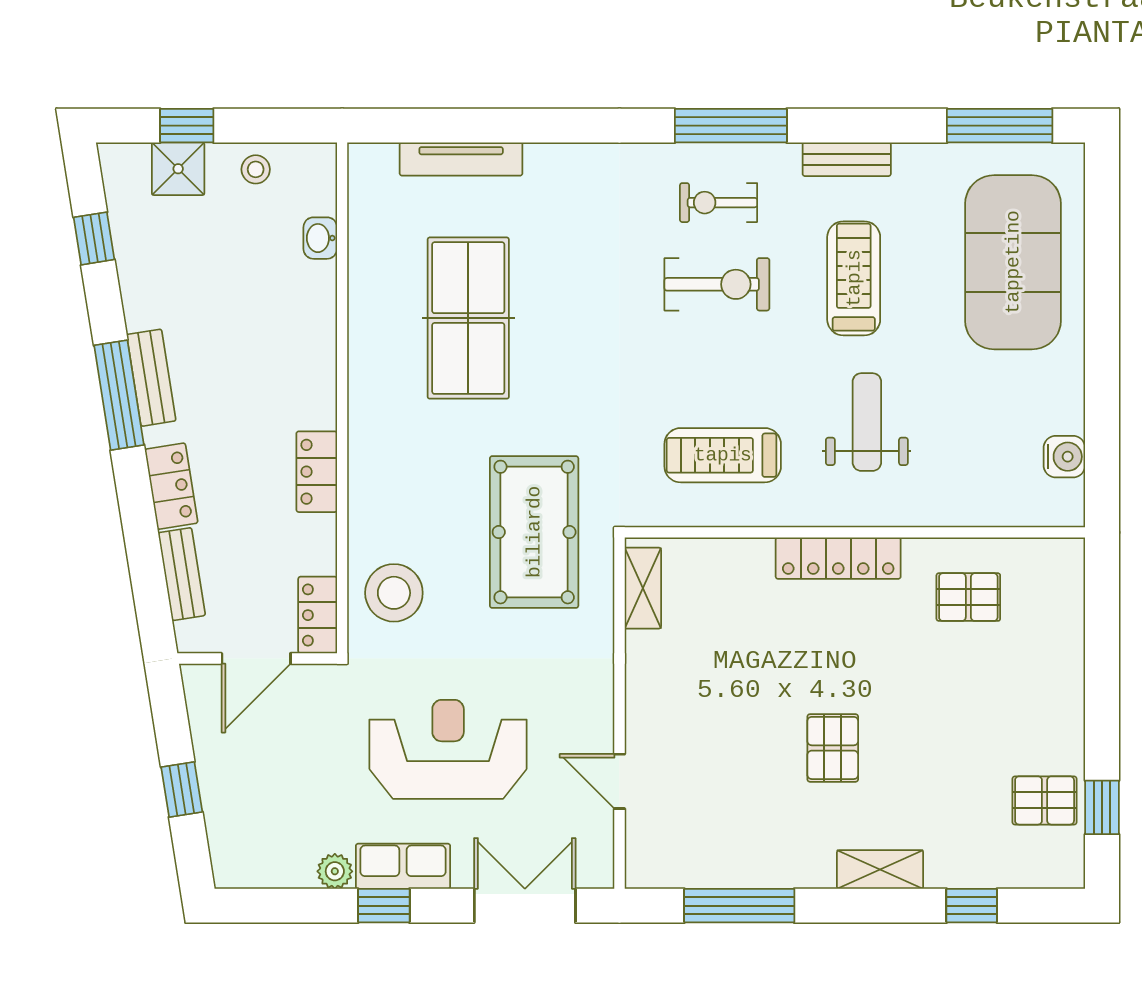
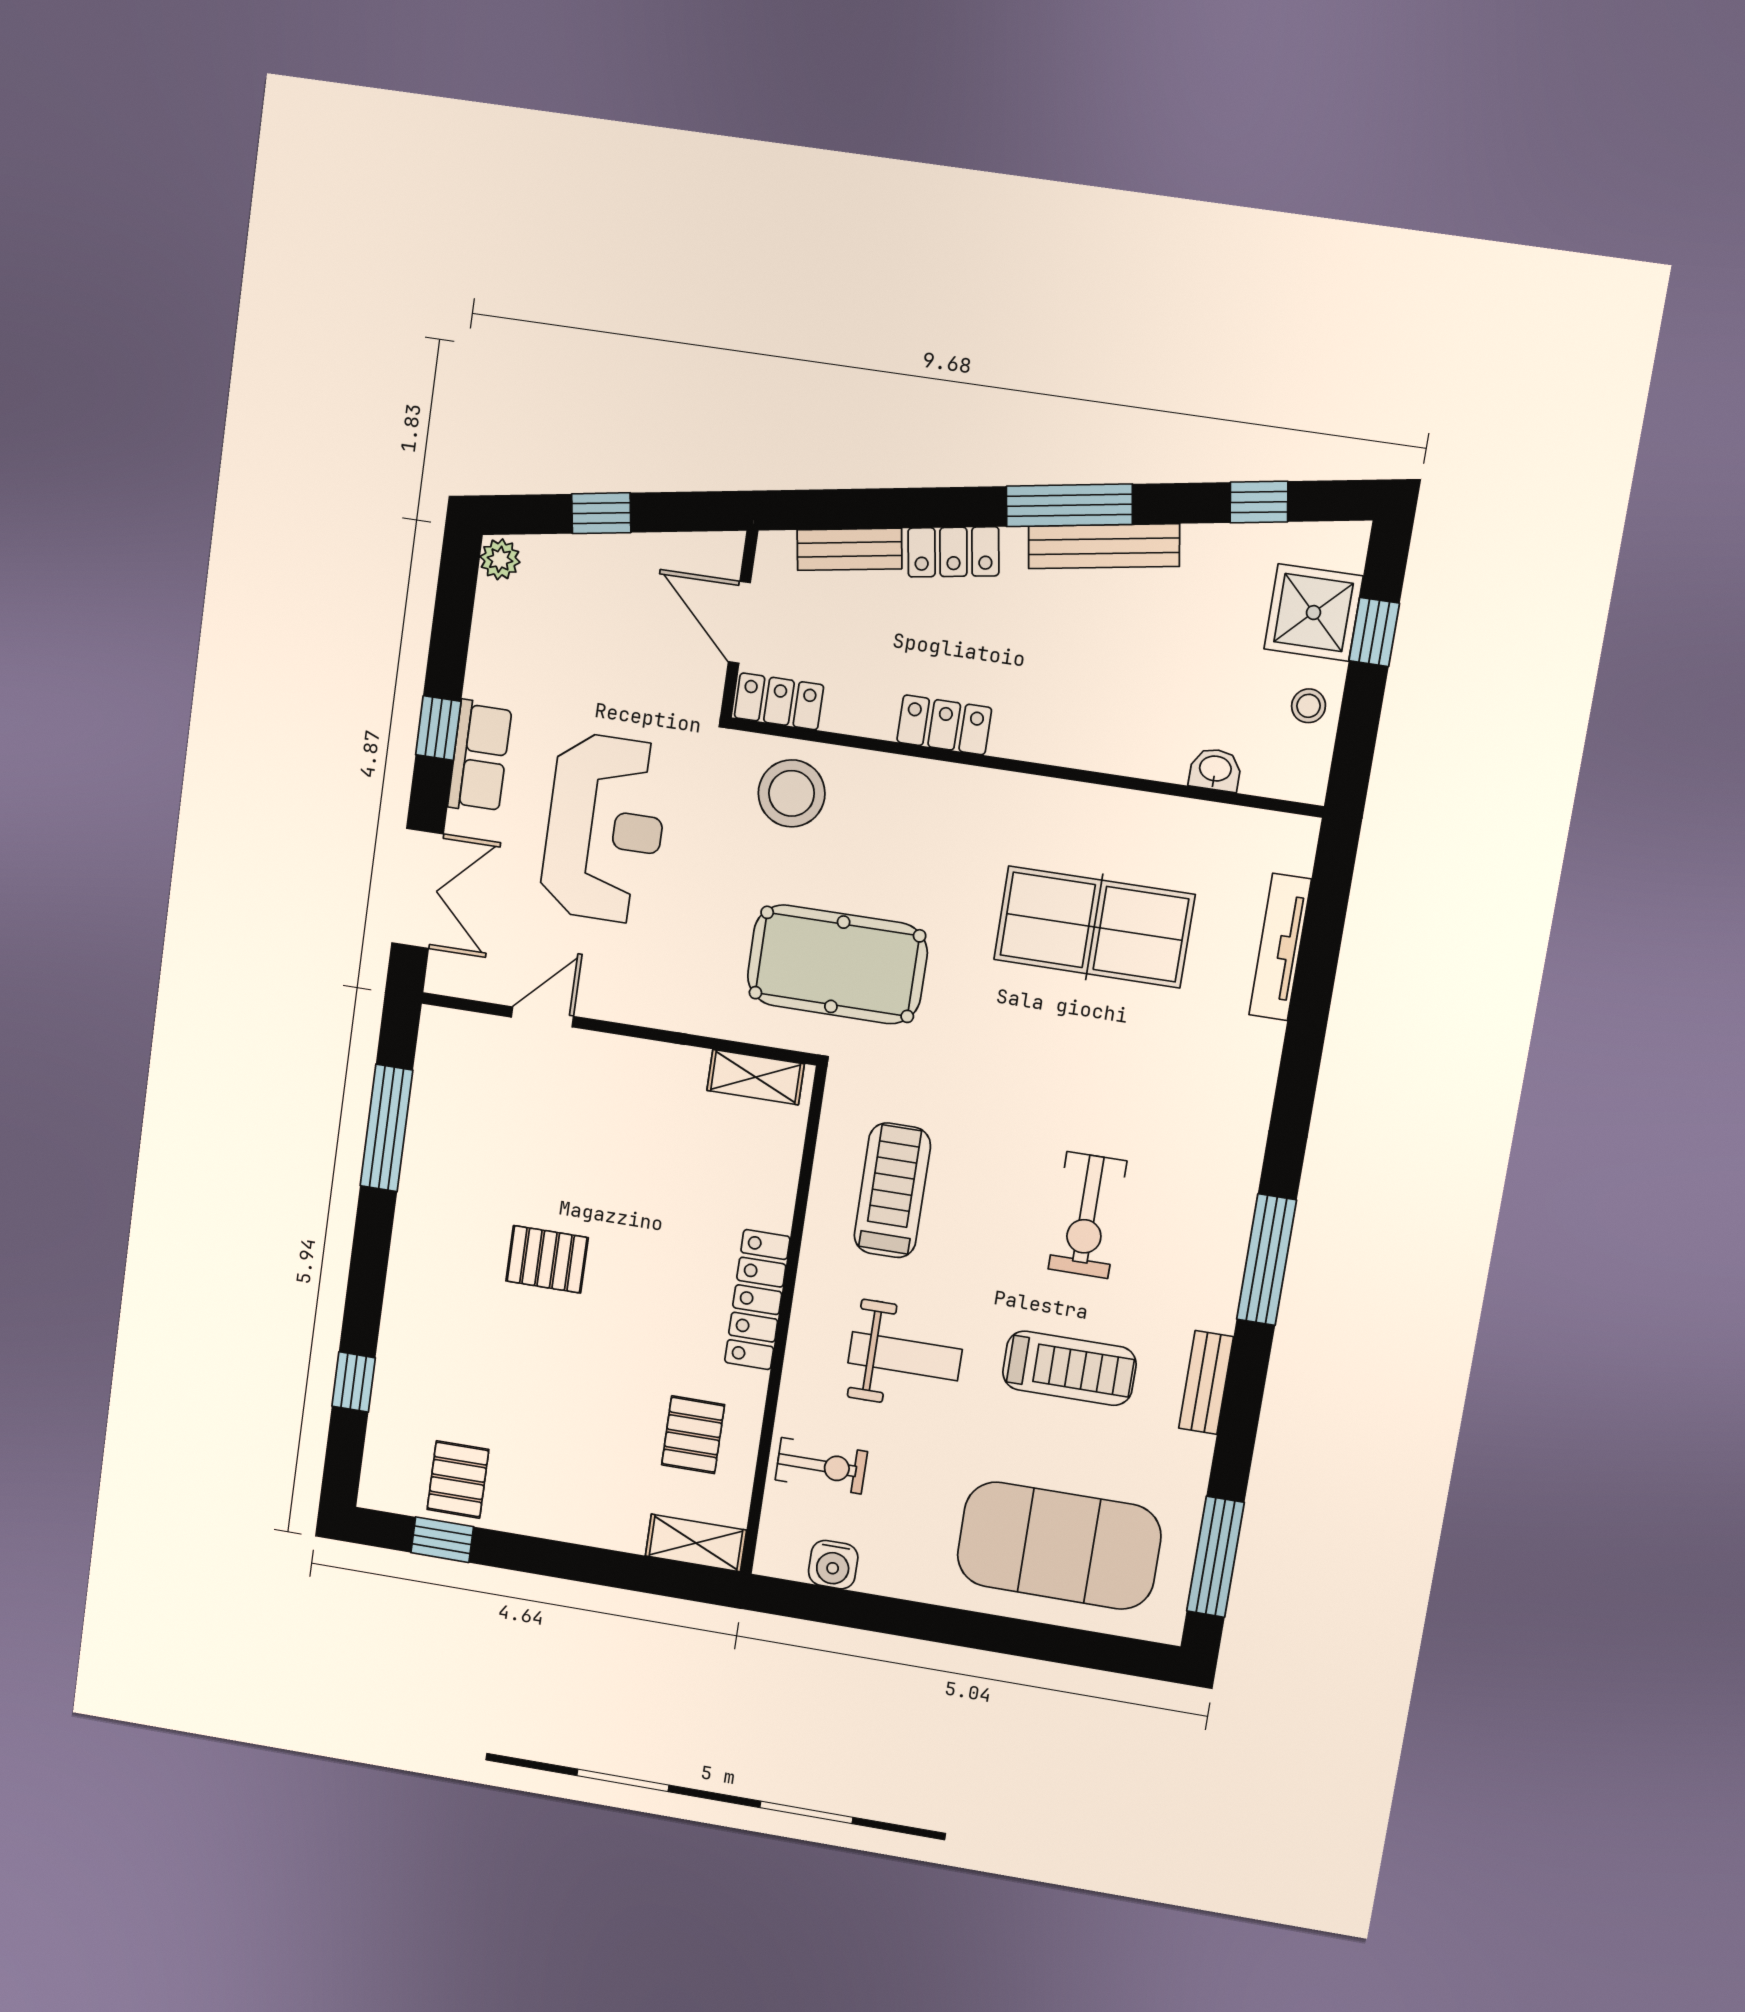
shower: (178, 169) -> (1313, 613), width x1.36, depth x1.36
exercise bike: (719, 203) -> (821, 1466), moved, turned 90
bench: (151, 378) -> (1104, 546), width x1.36
shelving: (880, 869) -> (696, 1543), moved, turned 90
plant: (335, 871) -> (500, 559), moved

